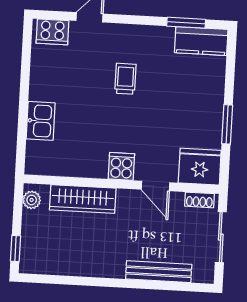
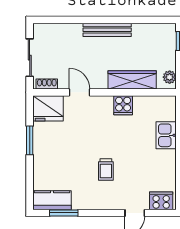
cooker: (121, 166) -> (123, 105), moved
bench: (159, 272) -> (107, 30), moved

